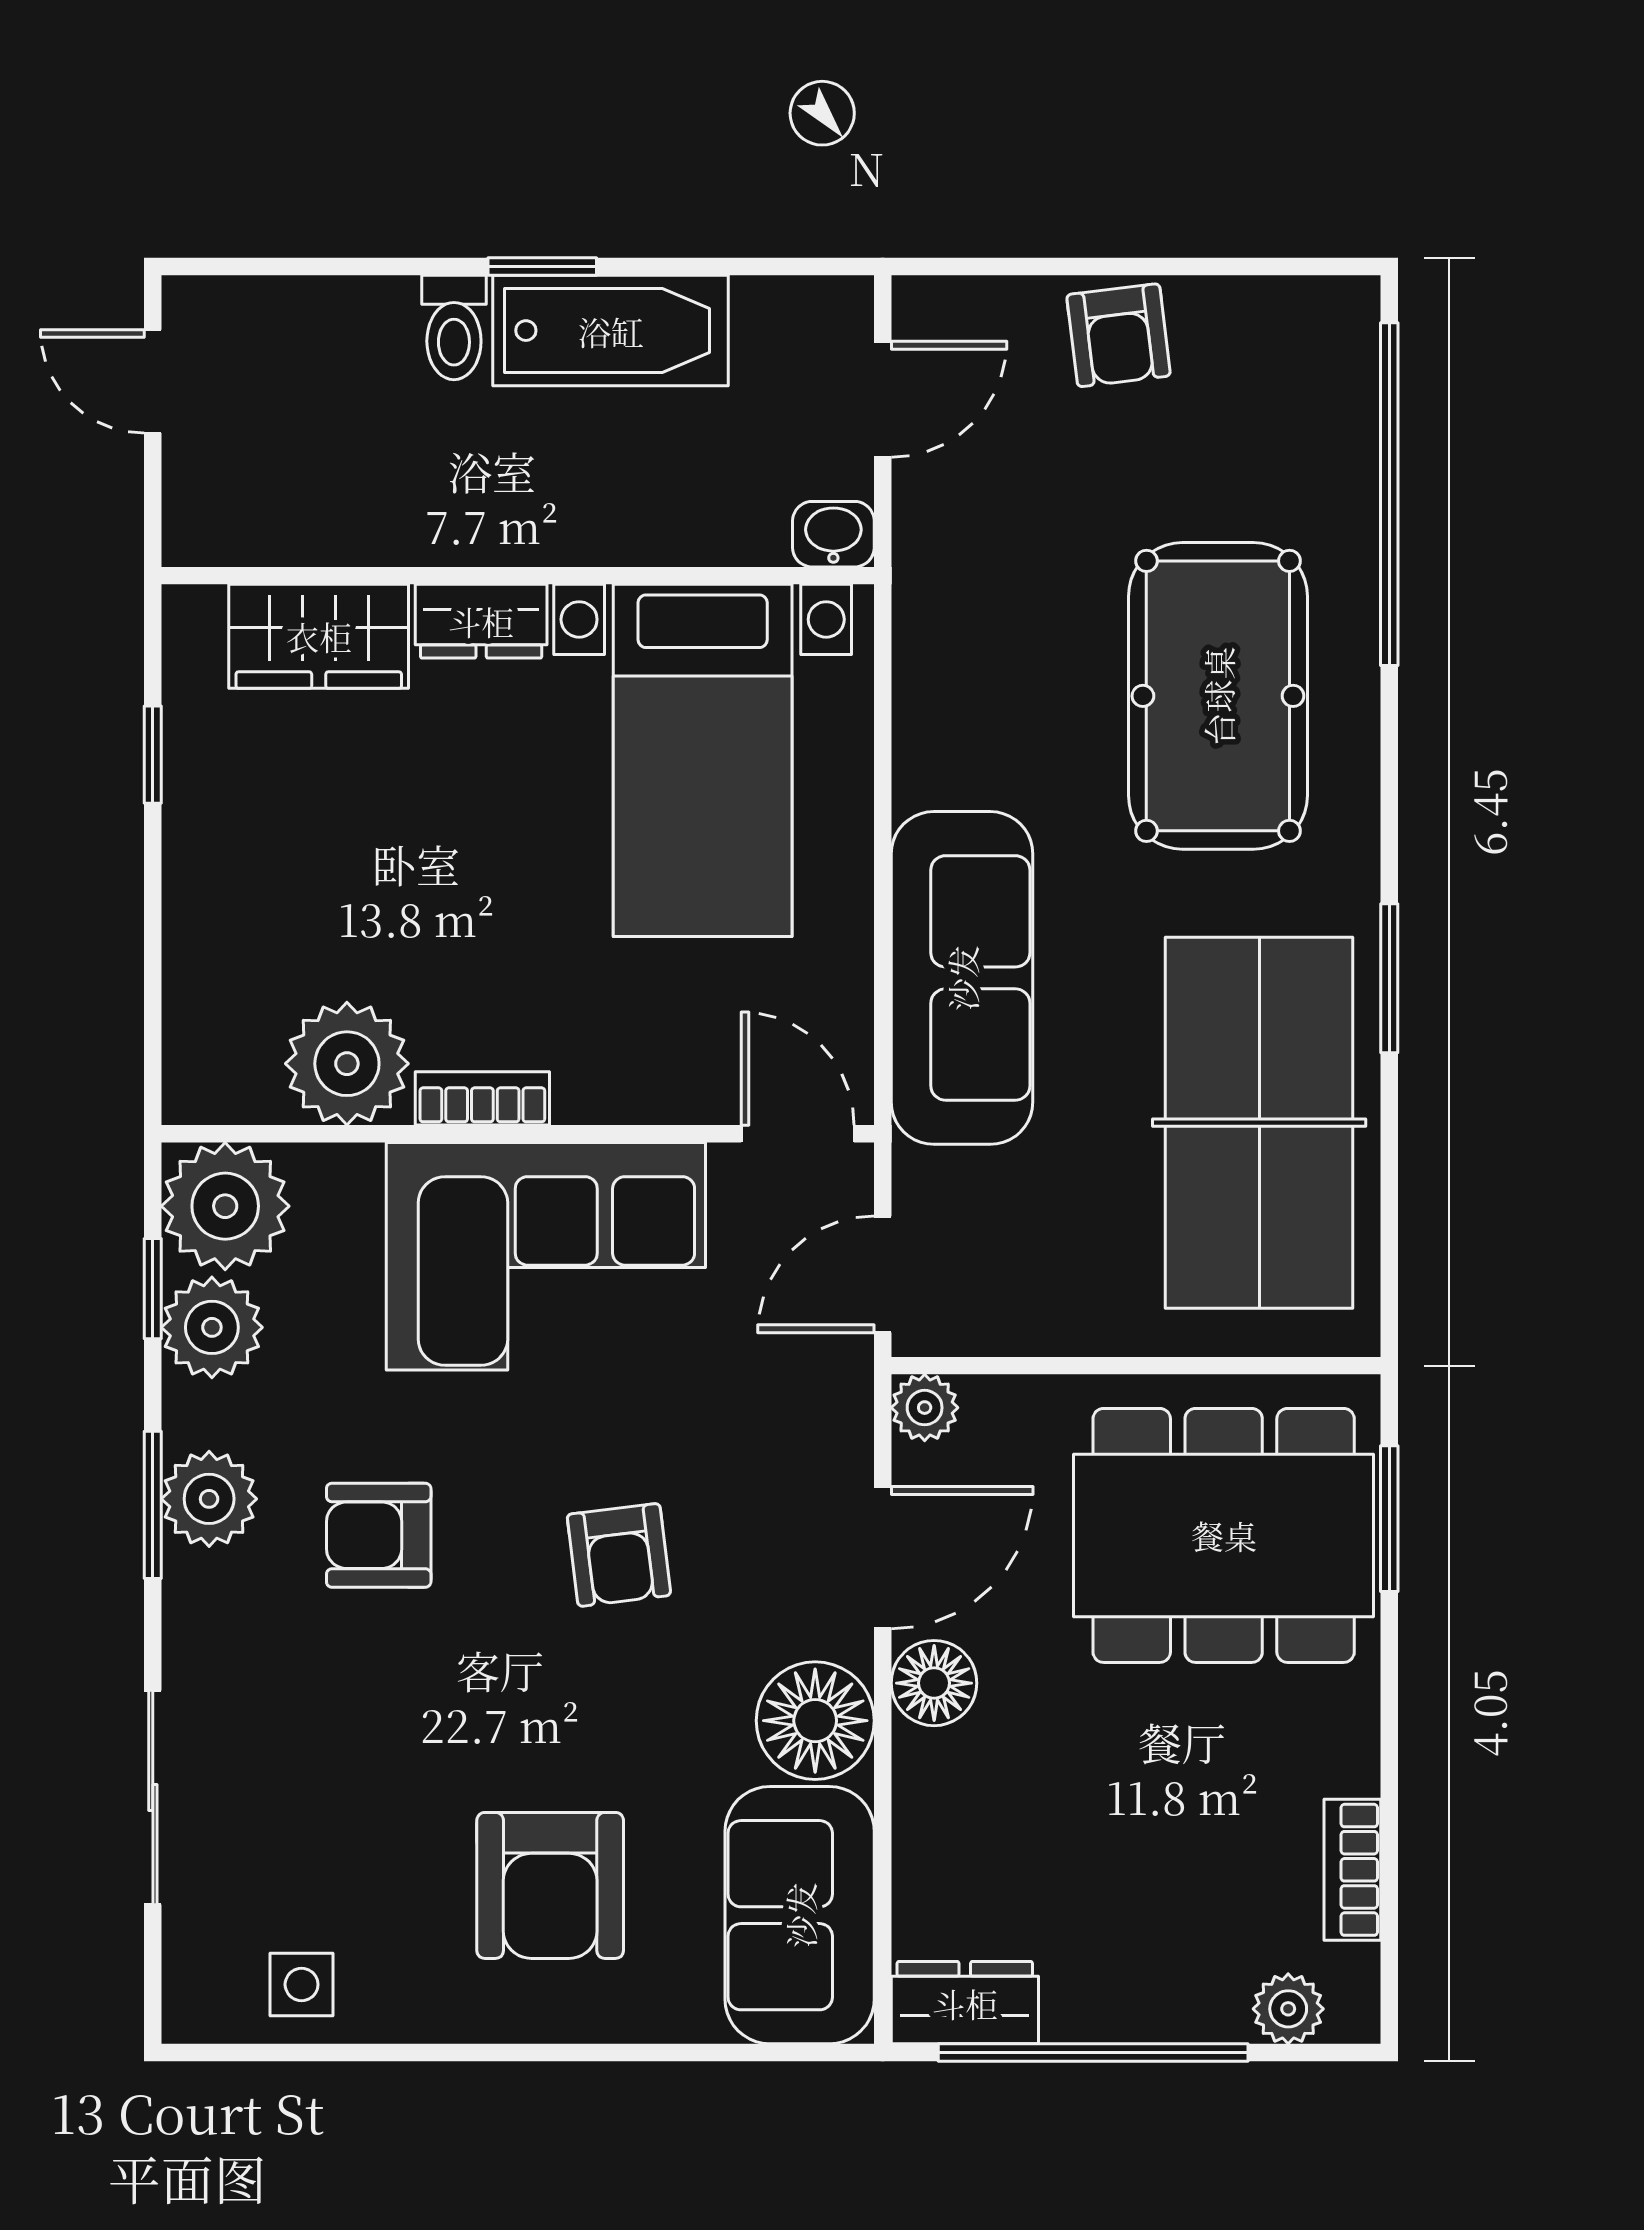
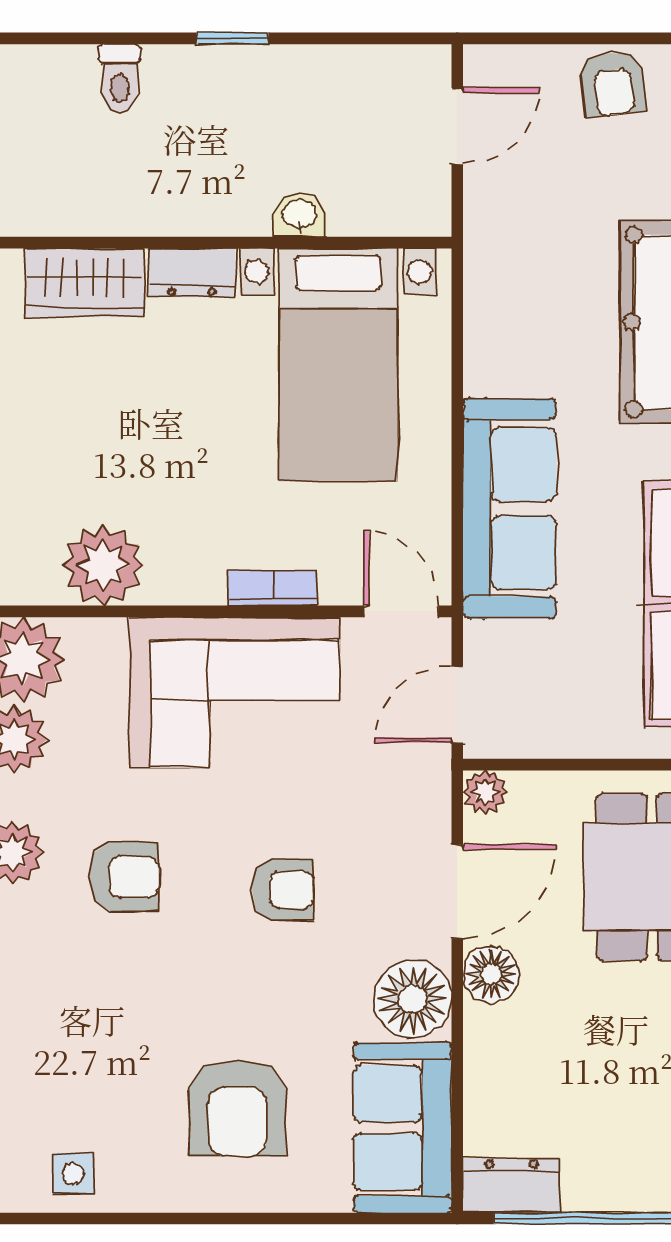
toilet: (454, 327) -> (120, 79), moved
bathtub: (611, 331) -> (277, 81), removed
washbasin: (833, 534) -> (299, 215), moved
bookcase: (482, 1098) -> (272, 588), moved
armchair: (379, 1535) -> (124, 877), turned 180
armchair: (619, 1555) -> (283, 890), turned -83

